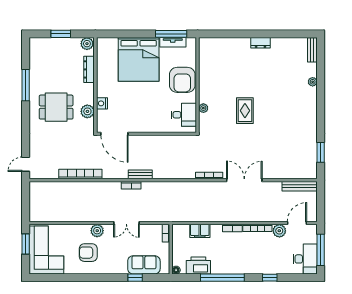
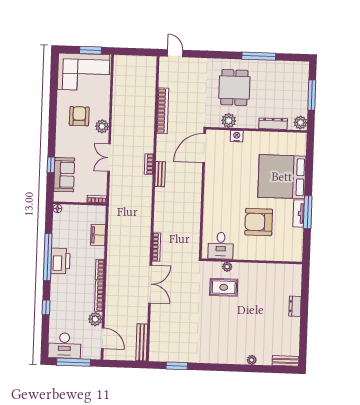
window: (61, 34) -> (312, 95), width x1.44
wall: (198, 85) -> (252, 261), moved
plant: (203, 108) -> (227, 267), moved
desk: (184, 115) -> (221, 246), moved
printer: (198, 266) -> (60, 261), moved

